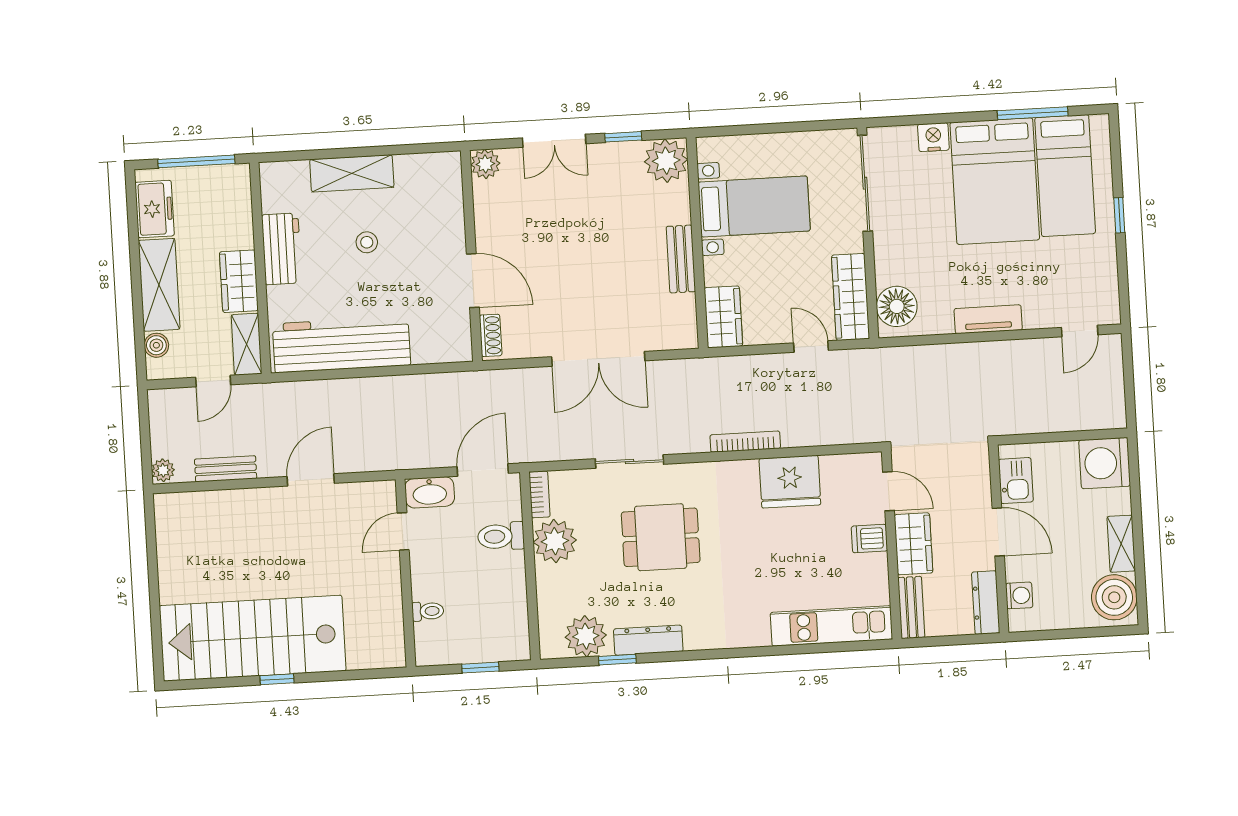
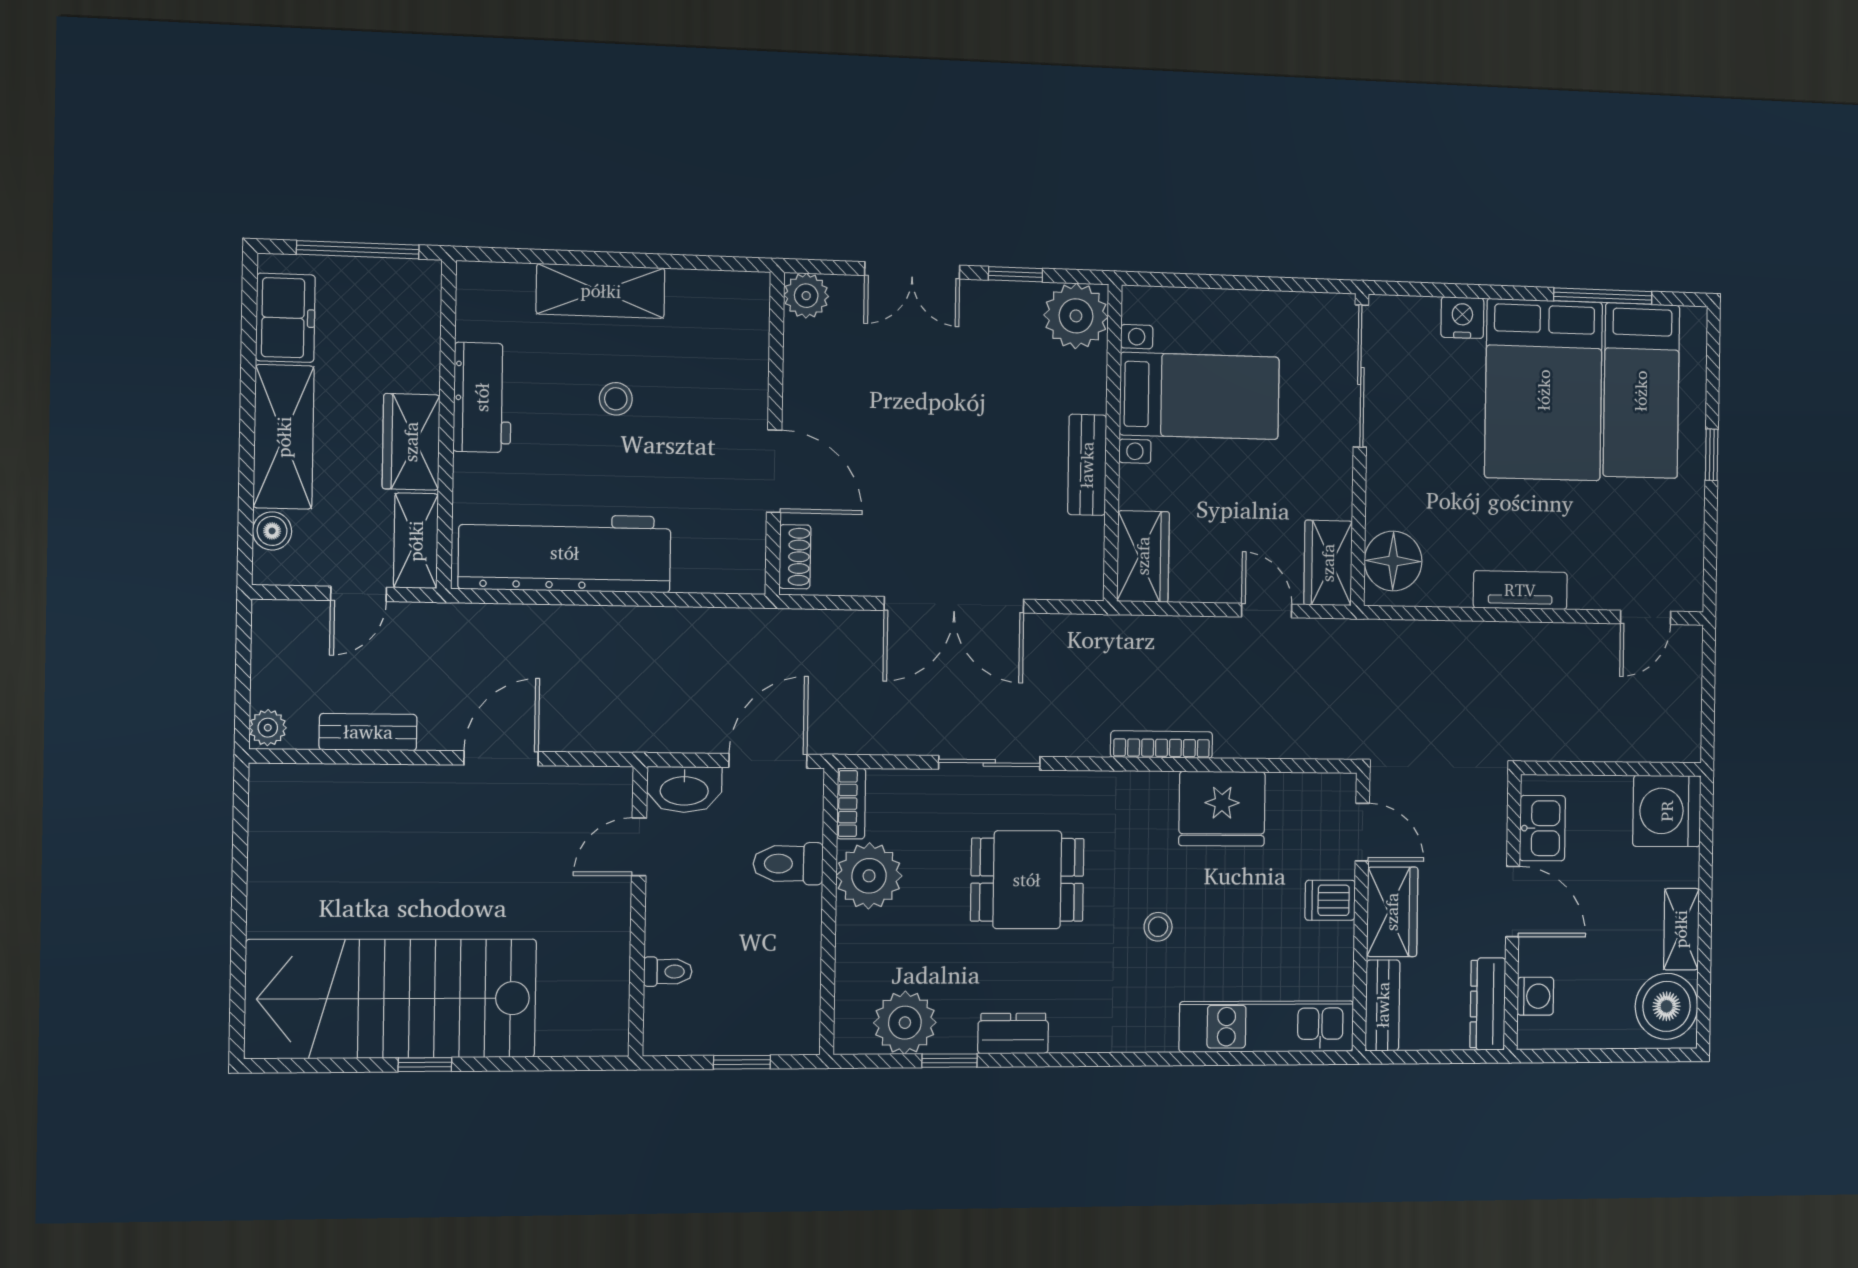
wardrobe: (851, 297) -> (1328, 563), width x0.67
stool: (752, 563) -> (1158, 927), added
dresser: (648, 640) -> (1013, 1033), width x0.70

